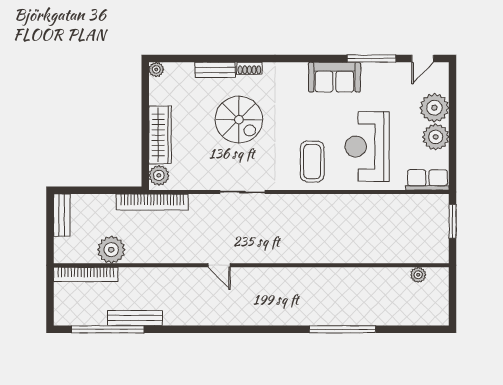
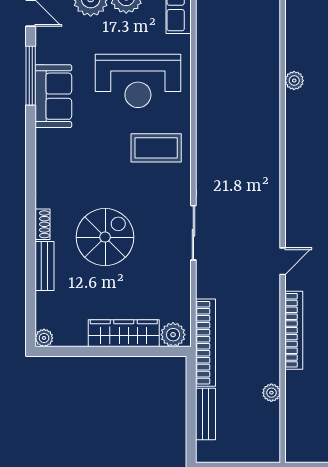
sofa: (334, 77) -> (53, 96), moved
bench: (62, 215) -> (206, 414), moved, turned 90
plant: (111, 250) -> (271, 393), width x0.53, depth x0.53
bookcase: (86, 274) -> (294, 330), moved
plant: (418, 275) -> (294, 81), moved

